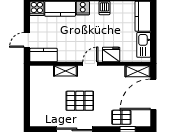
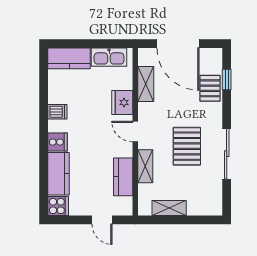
kitchen counter: (44, 55) -> (123, 177), moved
shelving: (138, 71) -> (146, 84), moved
shelving: (35, 88) -> (169, 208), added

